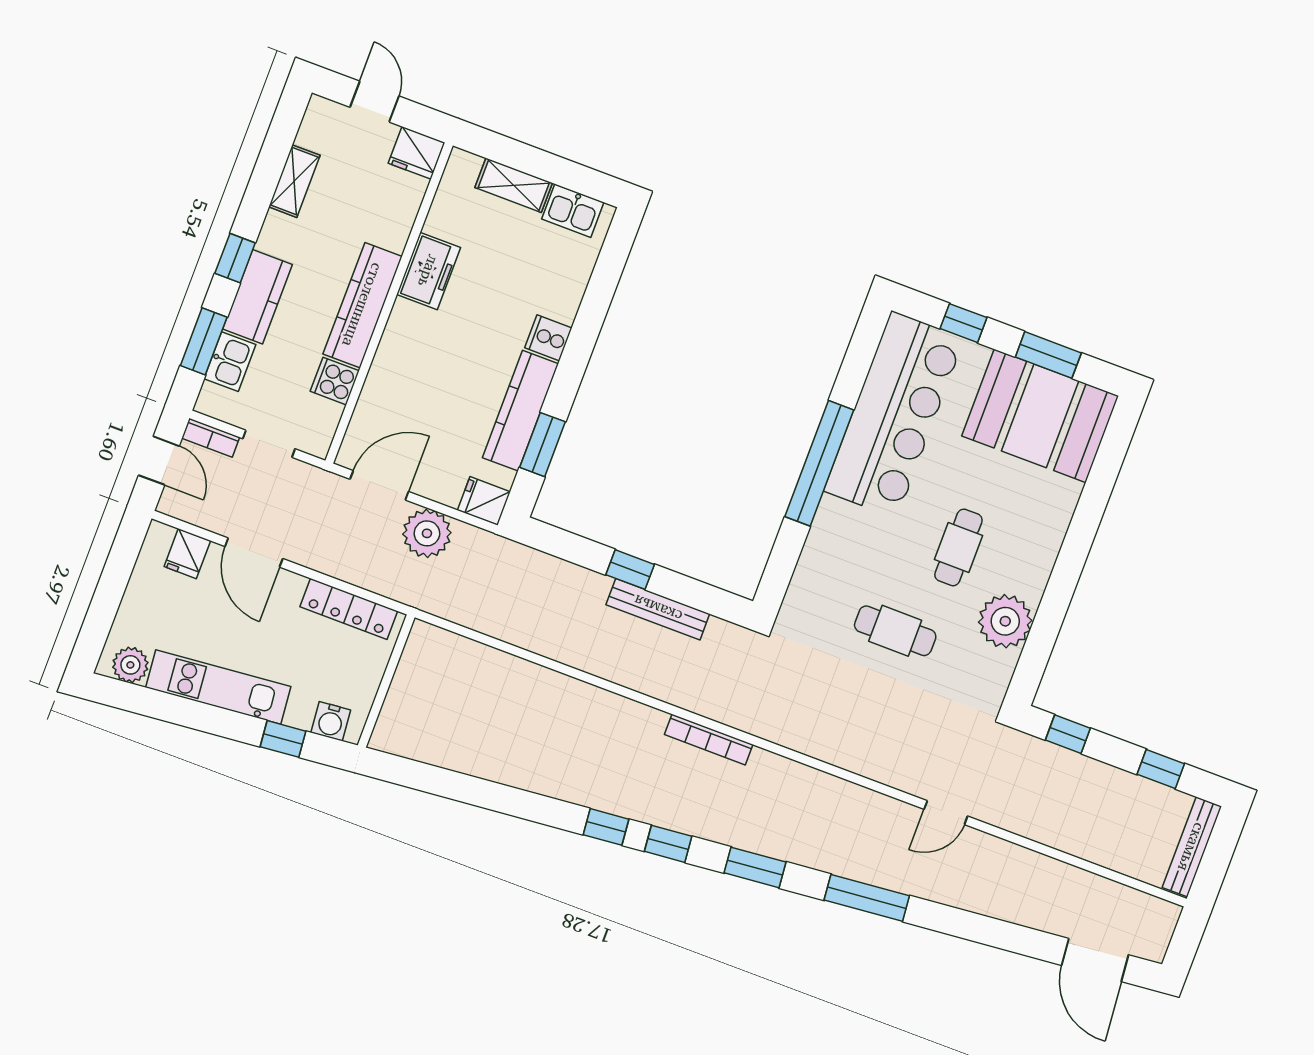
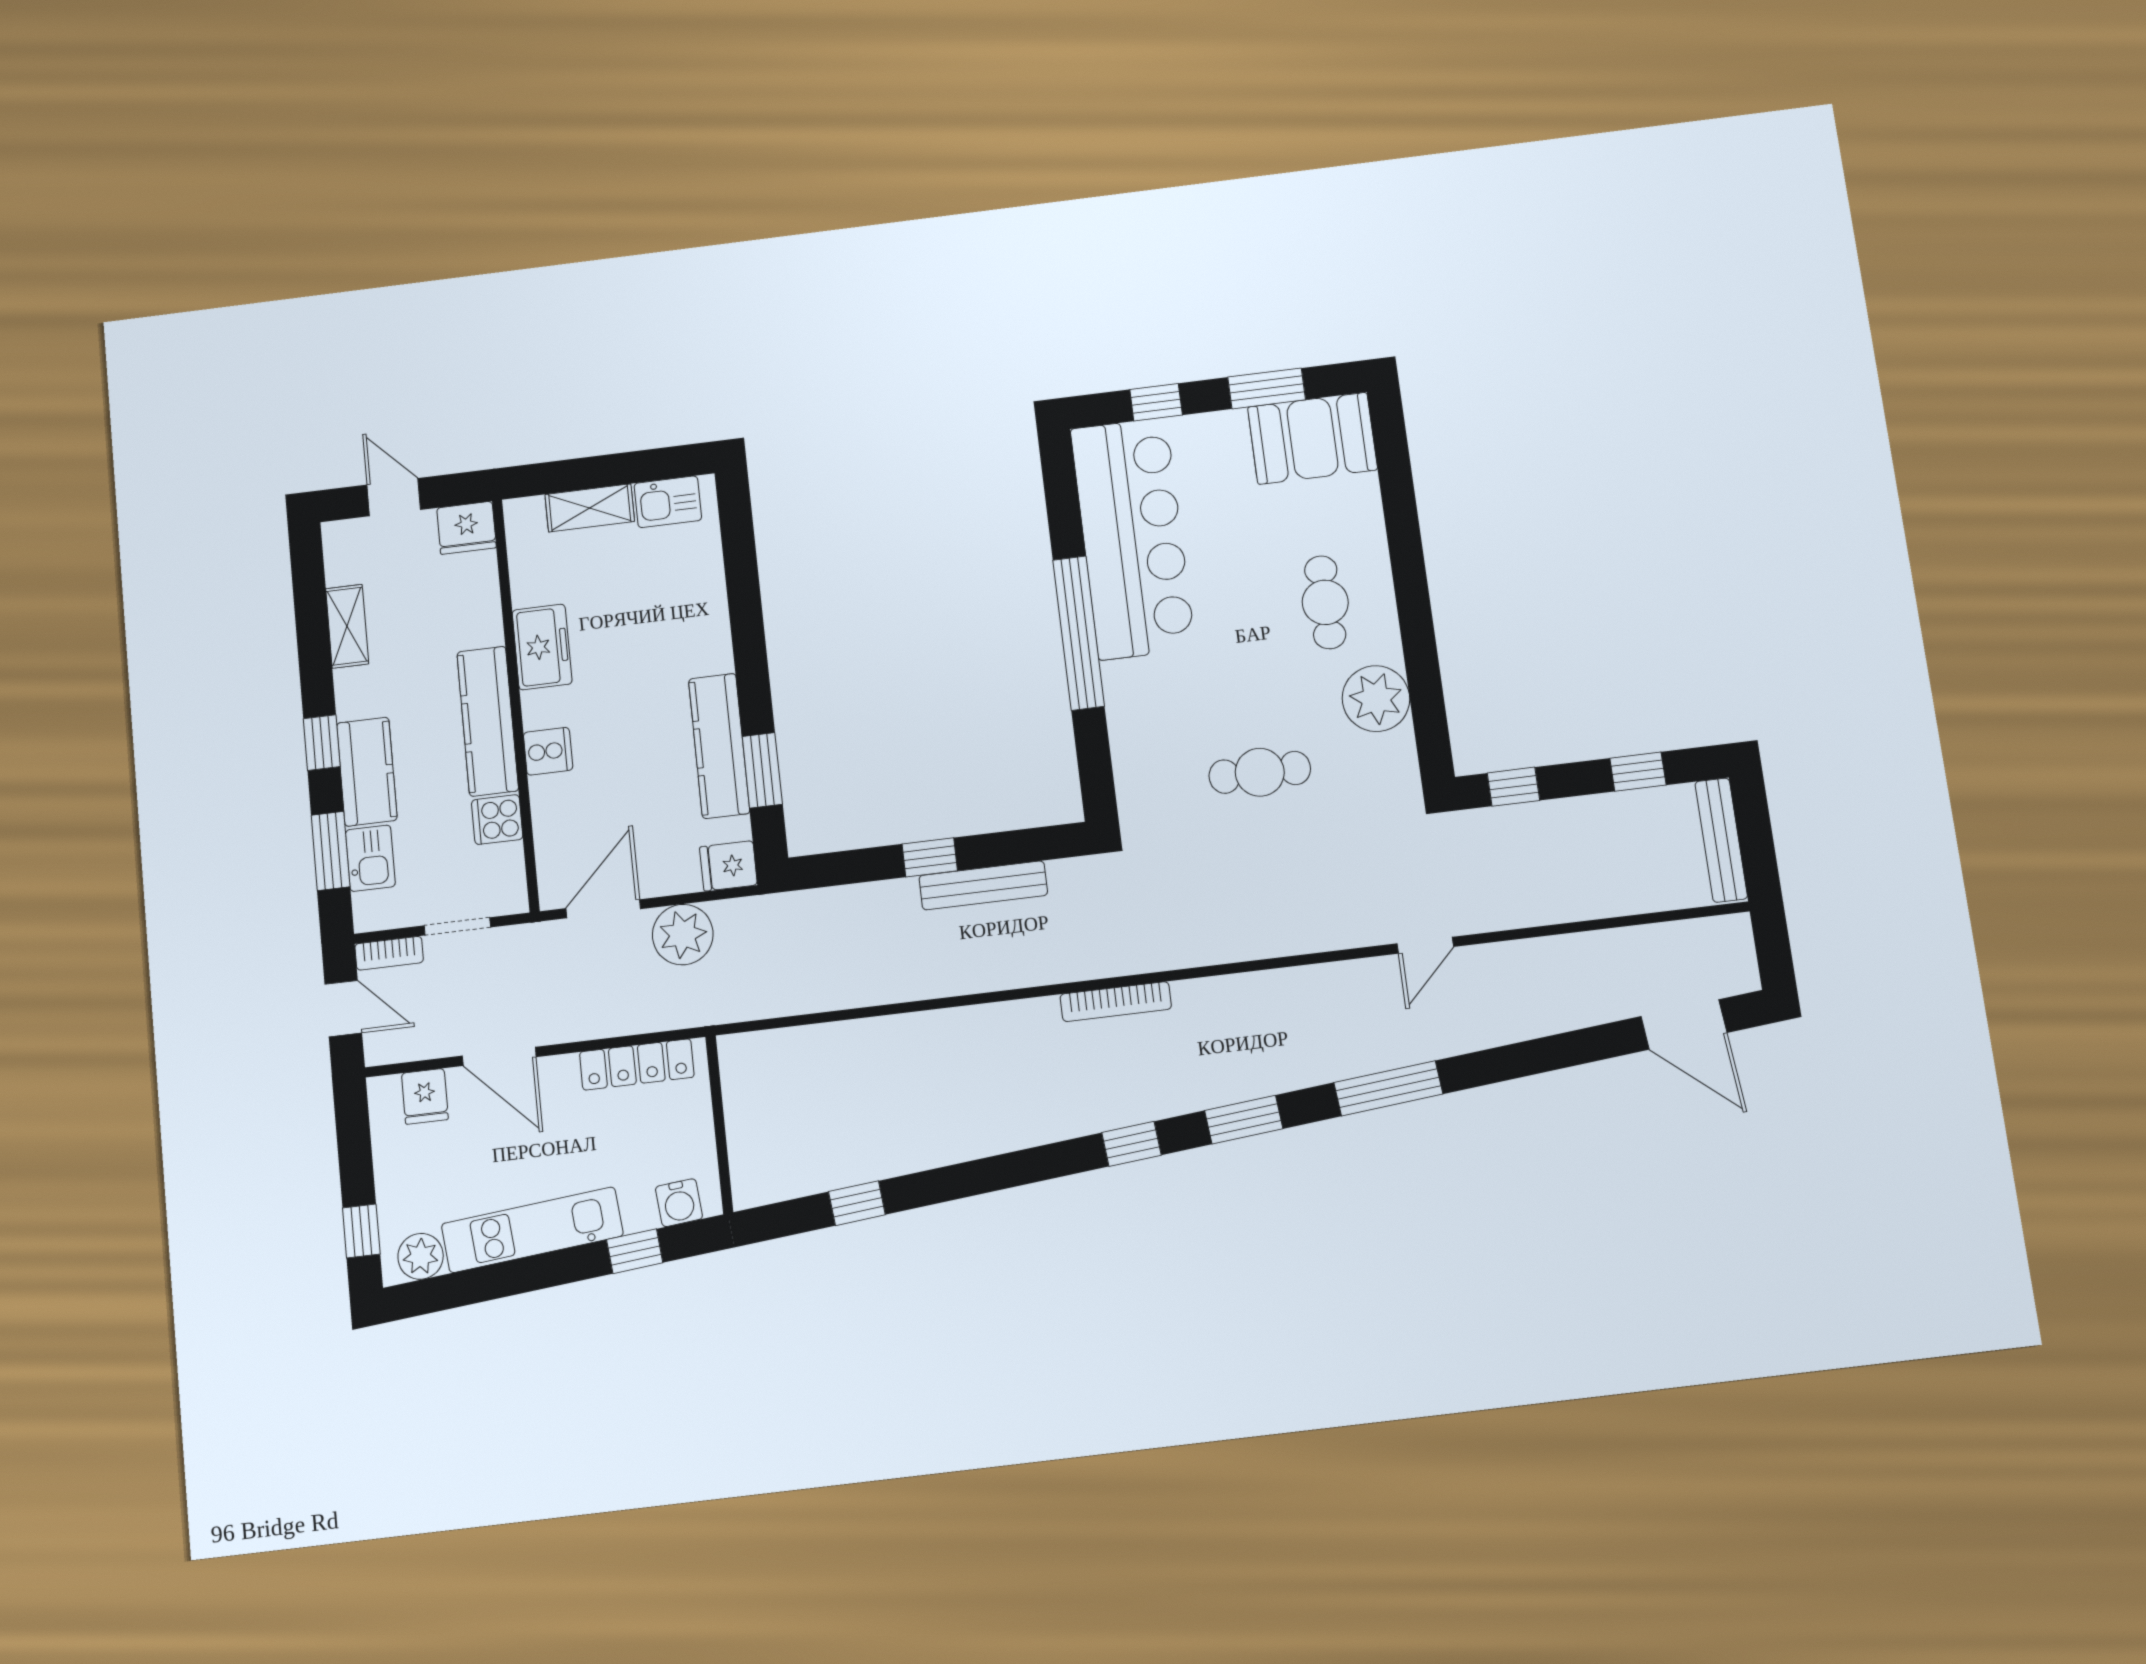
cooker: (548, 338) -> (548, 751), moved, turned 180
booth: (1040, 416) -> (1312, 438), width x0.73, depth x0.70
cafe table: (958, 547) -> (1325, 602), moved
window: (97, 626) -> (361, 1231), added
window: (606, 827) -> (857, 1203), moved

